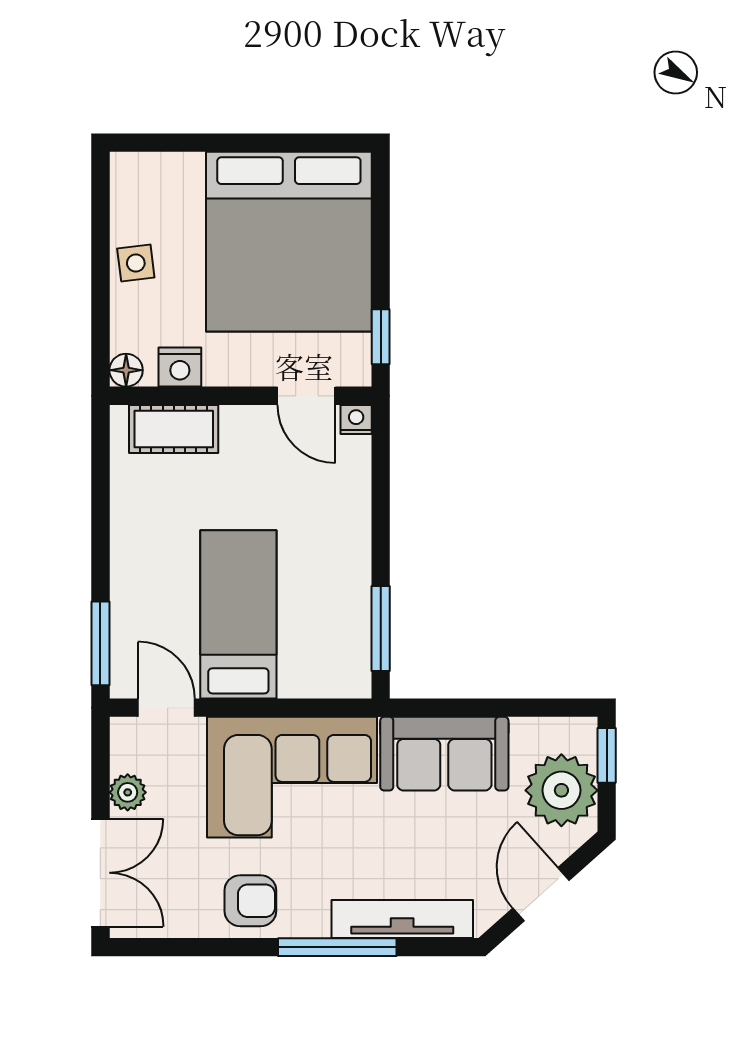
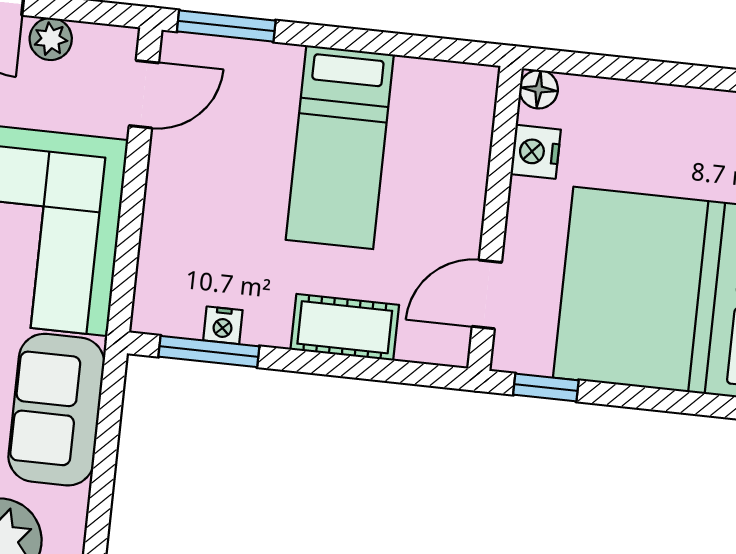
side table: (136, 263) -> (661, 114), removed
nightstand: (356, 420) -> (223, 325), moved, turned 90
cot: (174, 429) -> (345, 327), moved, turned 90
bed: (238, 614) -> (340, 147), moved, turned 90

